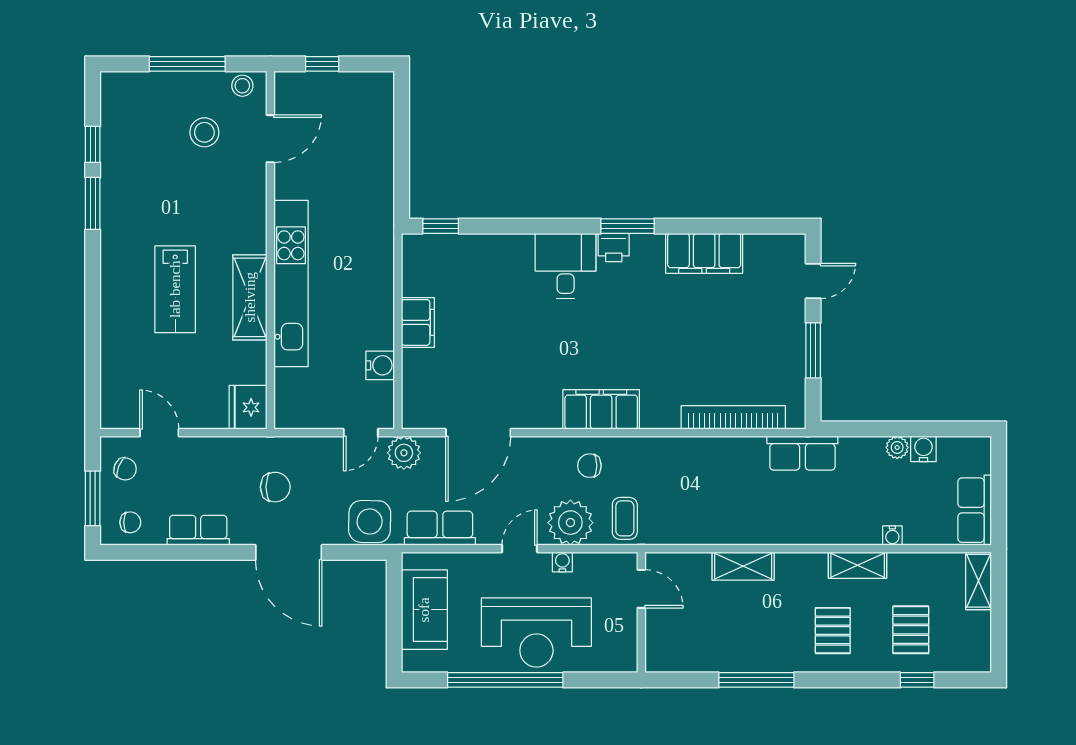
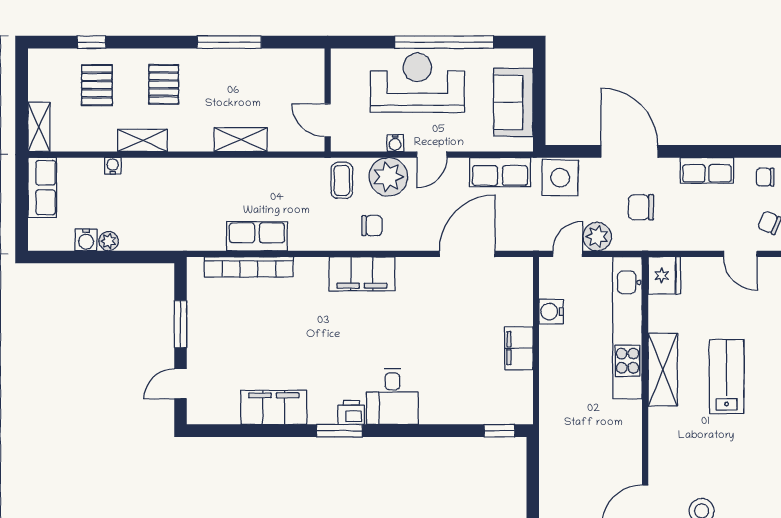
kitchen unit: (291, 284) -> (628, 328), moved
plant: (404, 453) -> (597, 237), moved
row of seats: (802, 453) -> (257, 236), moved

